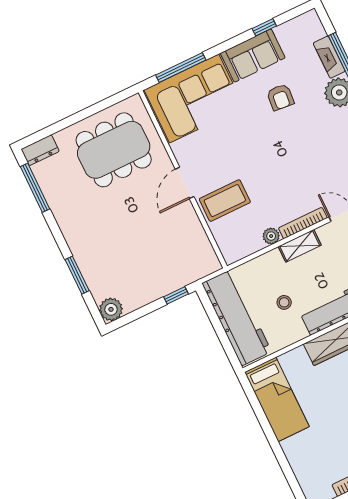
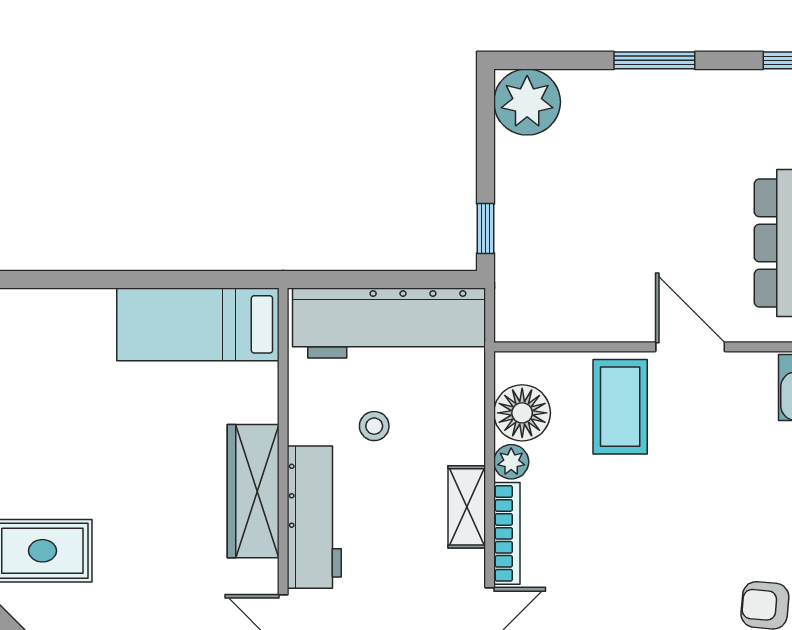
floor lamp: (248, 241) -> (522, 413), added
window: (77, 275) -> (654, 60), moved
plant: (111, 309) -> (527, 102), width x1.36, depth x1.36

